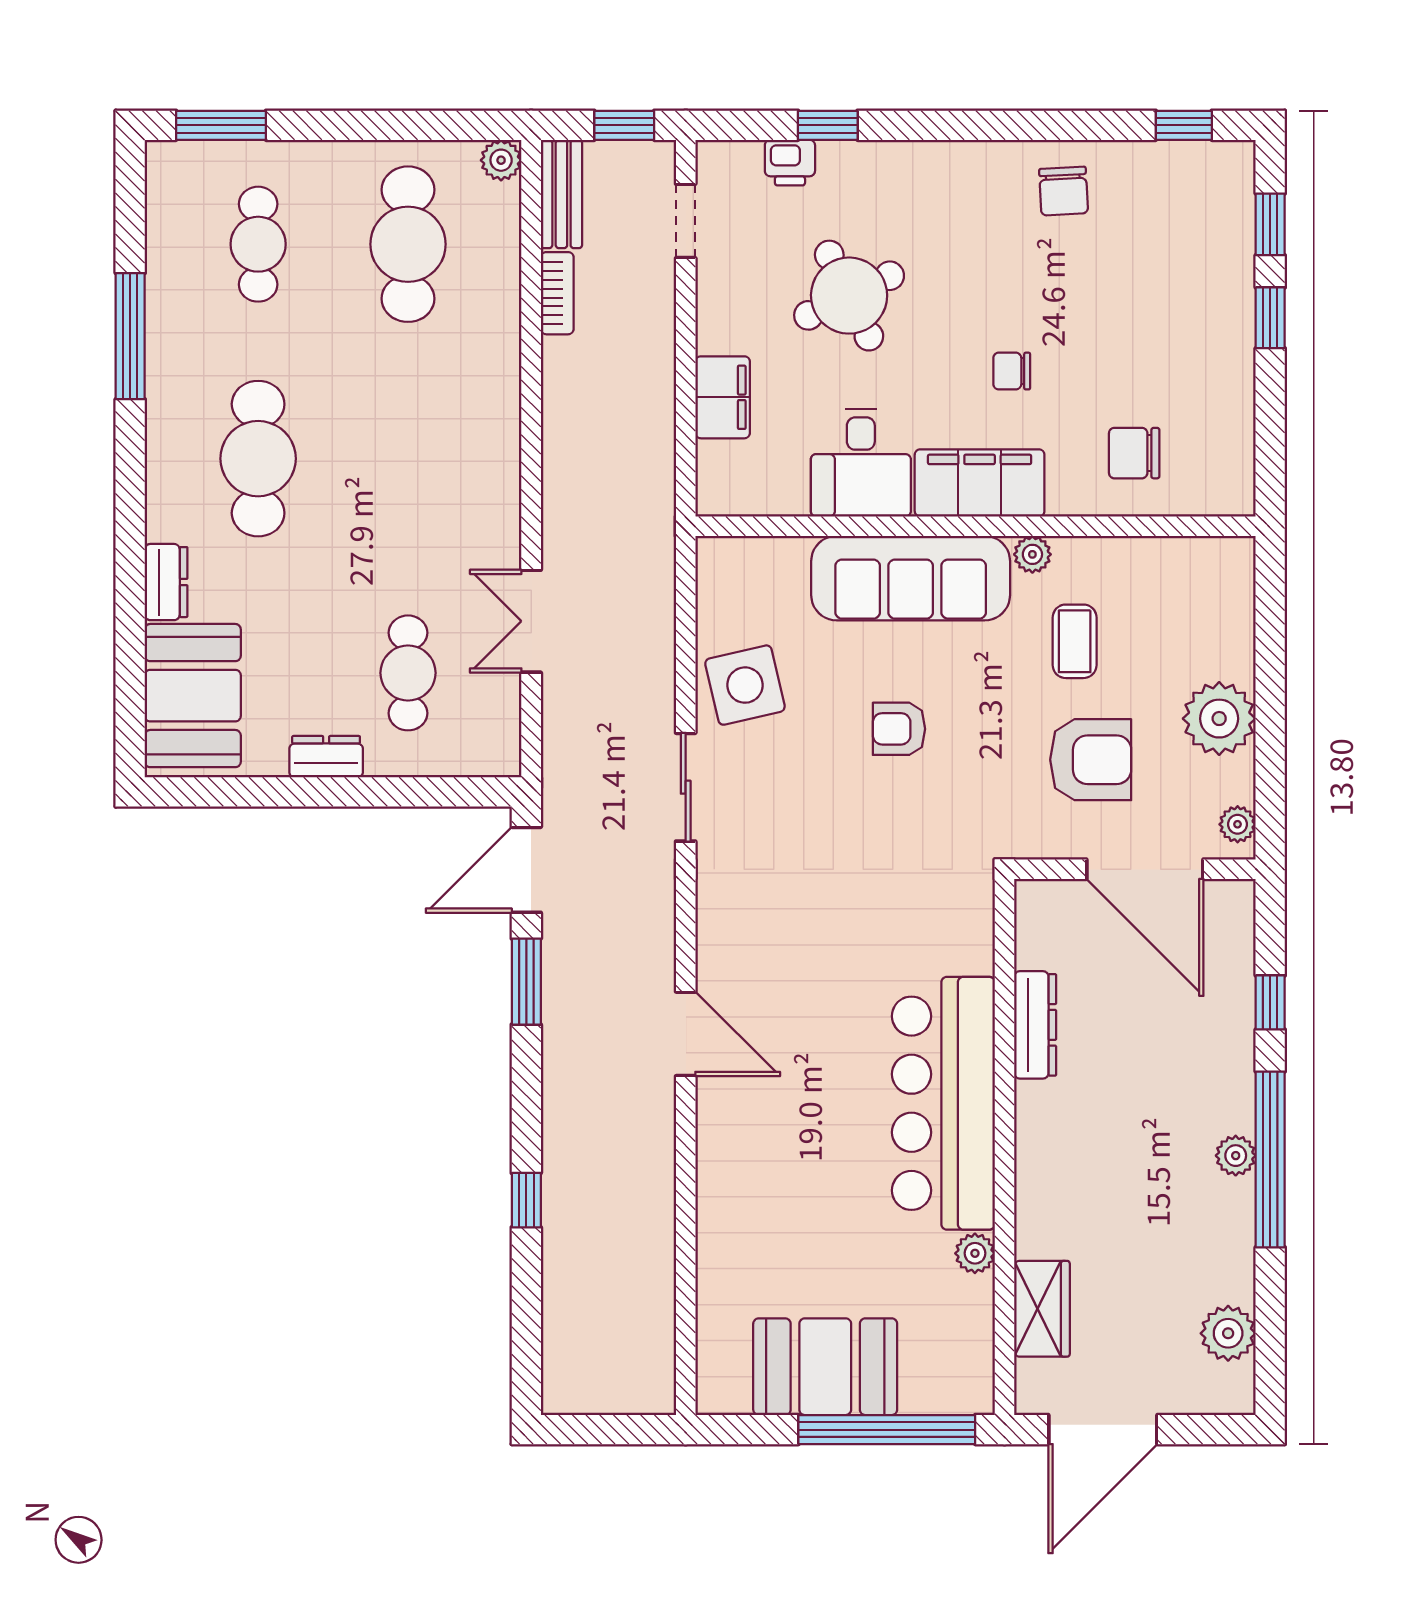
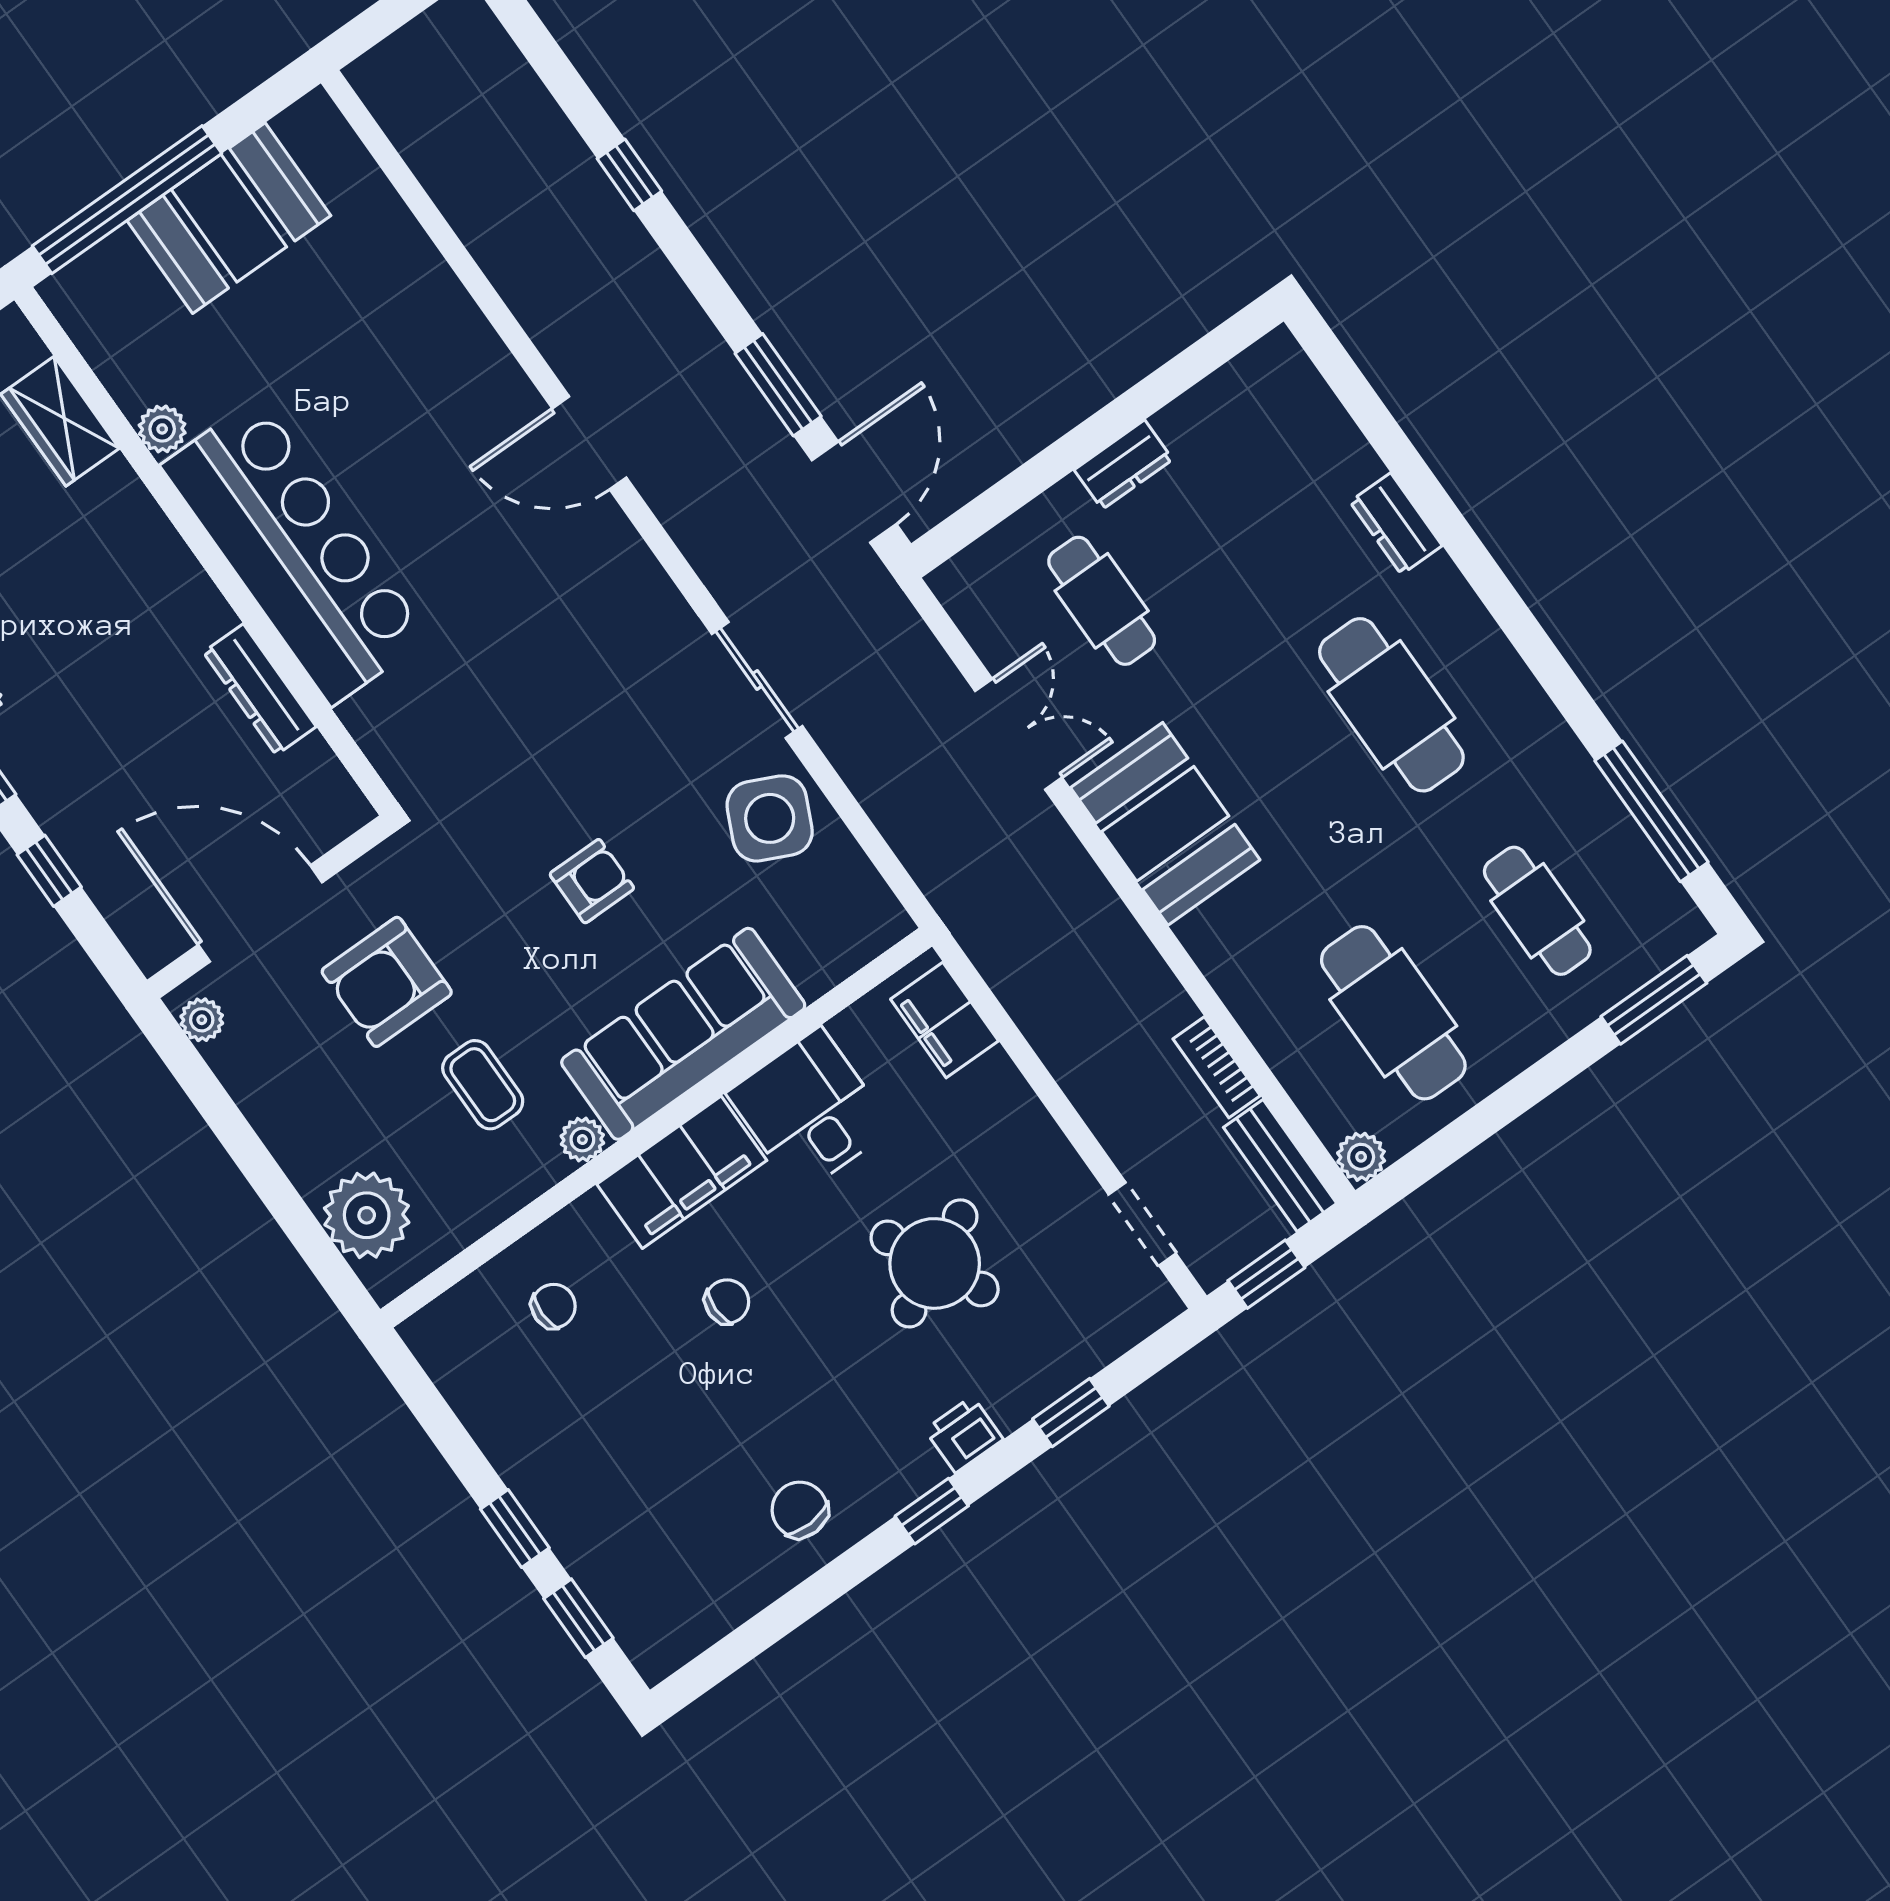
window: (1184, 125) -> (932, 1511), moved
printer: (790, 163) -> (964, 1434), moved
window: (130, 336) -> (1651, 811), moved
filing cabinet: (723, 397) -> (945, 1020), moved
chair: (1134, 453) -> (553, 1306), width x0.73, depth x0.73
side table: (745, 685) -> (770, 818), turned 38
booth: (193, 696) -> (1165, 824), moved
plant: (1219, 719) -> (367, 1215), moved

